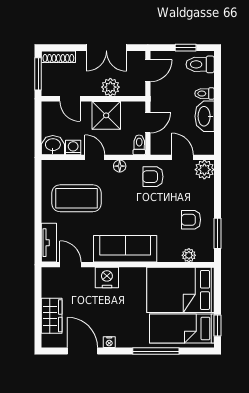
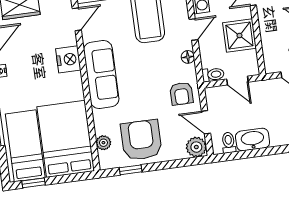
plant: (110, 87) -> (270, 36), removed
toilet: (204, 94) -> (229, 143), moved
door: (183, 157) -> (206, 122), swing flipped
armchair: (153, 177) -> (181, 94), turned 180
armchair: (191, 220) -> (141, 140), width x1.88, depth x1.88
window: (217, 233) -> (131, 170), width x0.67

